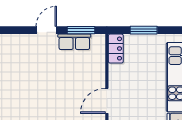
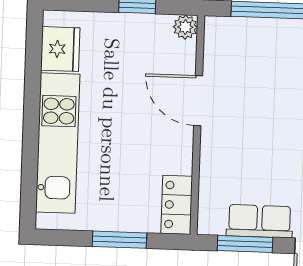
door: (107, 101) -> (198, 101), swing flipped

